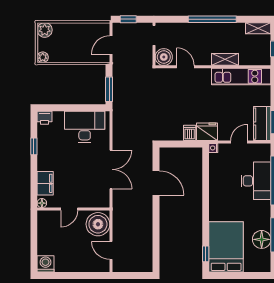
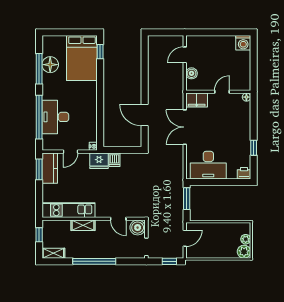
plant: (43, 57) -> (246, 239), moved
filing cabinet: (45, 183) -> (197, 100), moved, turned -90
boiler: (98, 224) -> (192, 73), width x0.54, depth x0.54
door: (111, 250) -> (185, 55), swing flipped

